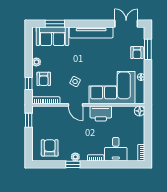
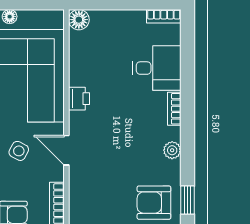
door: (75, 105) -> (66, 150), swing flipped
printer: (101, 114) -> (79, 99), width x0.53, depth x0.68
window: (73, 164) -> (188, 200), moved

